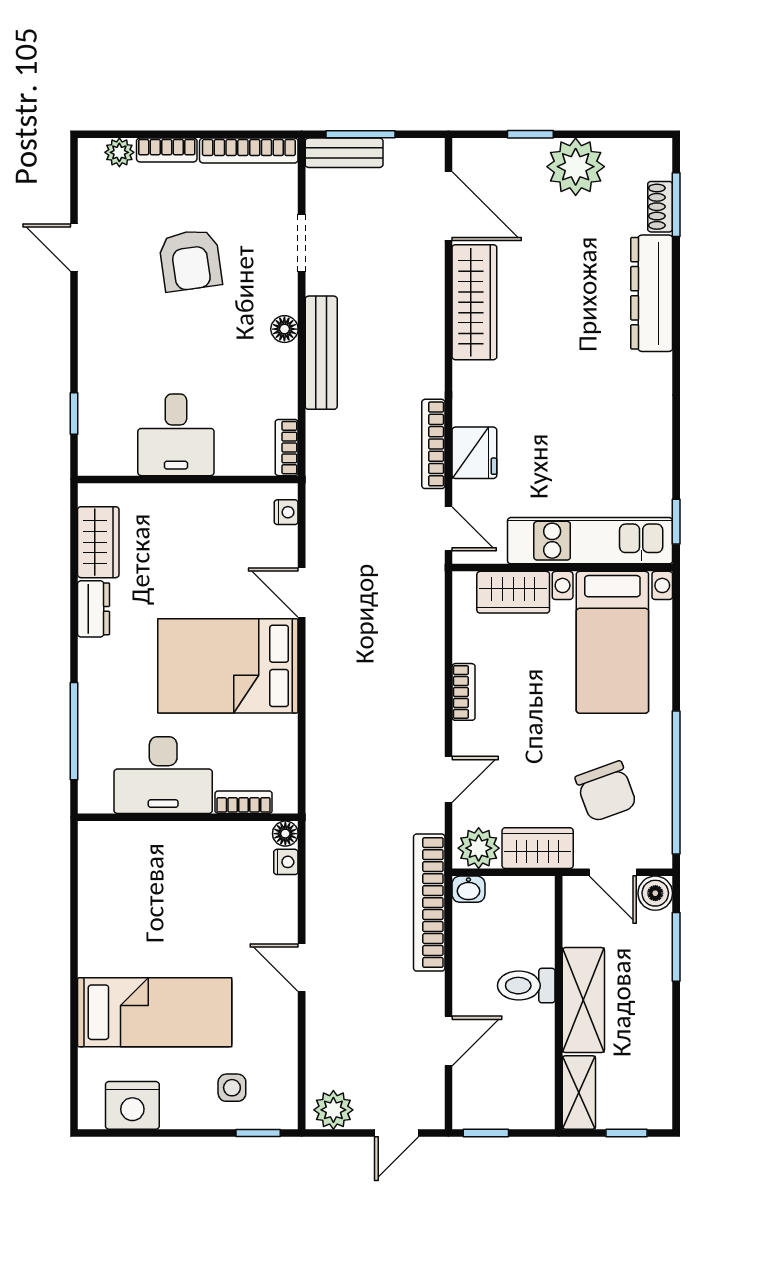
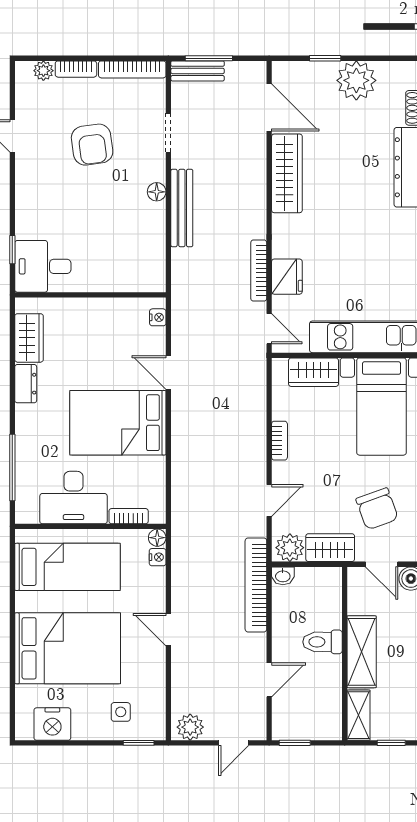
desk: (176, 435) -> (43, 266), moved, turned 90
bookcase: (287, 448) -> (158, 273), removed
bed: (154, 876) -> (68, 567), added
bed: (155, 1012) -> (68, 648), width x1.50

